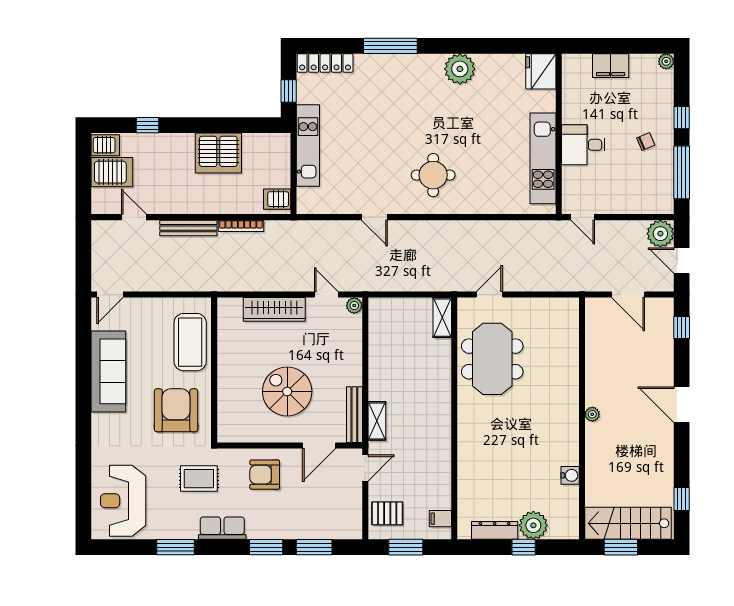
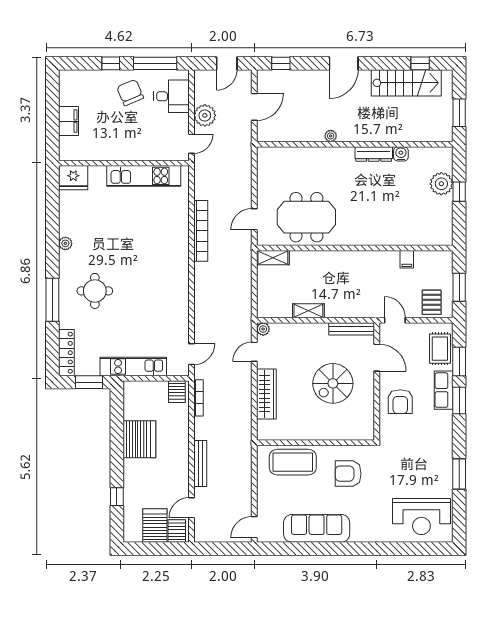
plant: (666, 61) -> (65, 76), removed
plant: (460, 69) -> (65, 243), width x0.53, depth x0.53
window: (289, 91) -> (89, 382), width x1.50
chair: (646, 142) -> (130, 93), width x1.87, depth x1.87
server rack: (105, 145) -> (177, 531), moved
desk: (583, 145) -> (172, 96), moved, turned -90
round table: (433, 175) -> (95, 291), moved
door: (374, 217) -> (191, 354), moved
bookcase: (241, 226) -> (198, 398), moved
bookcase: (475, 229) -> (201, 231), added
plant: (660, 234) -> (205, 115), moved
door: (110, 295) -> (254, 527), swing flipped
door: (490, 295) -> (254, 219), hinge flipped
armchair: (176, 410) -> (348, 474), width x0.73, depth x0.73
plant: (592, 414) -> (331, 136), moved
shelving: (377, 421) -> (308, 311), moved
rug: (199, 479) -> (440, 349), moved
filing cabinet: (440, 519) -> (407, 259), moved
stairs: (628, 523) -> (406, 83), moved, turned -90
row of seats: (222, 528) -> (444, 390), moved
dresser: (495, 530) -> (374, 154), moved, turned -90

